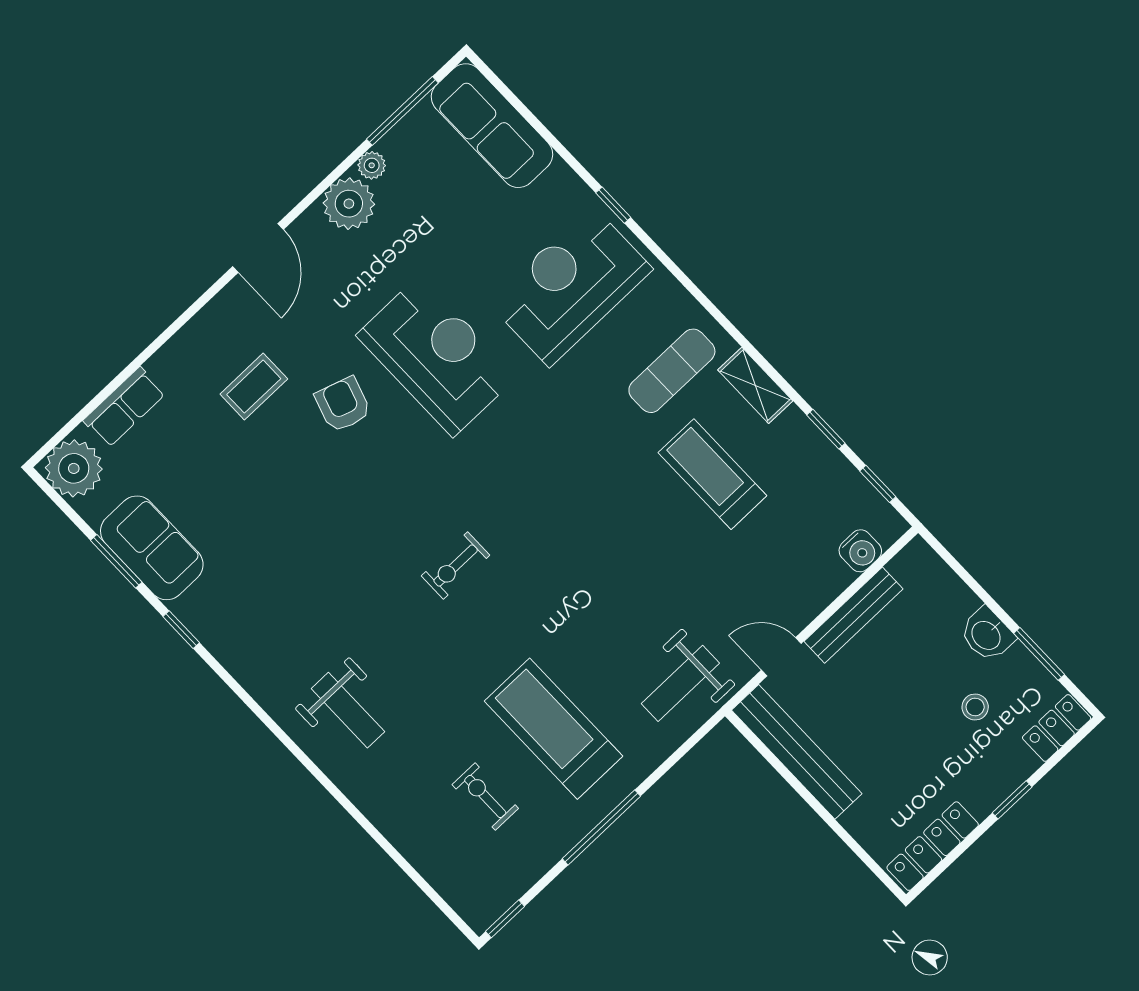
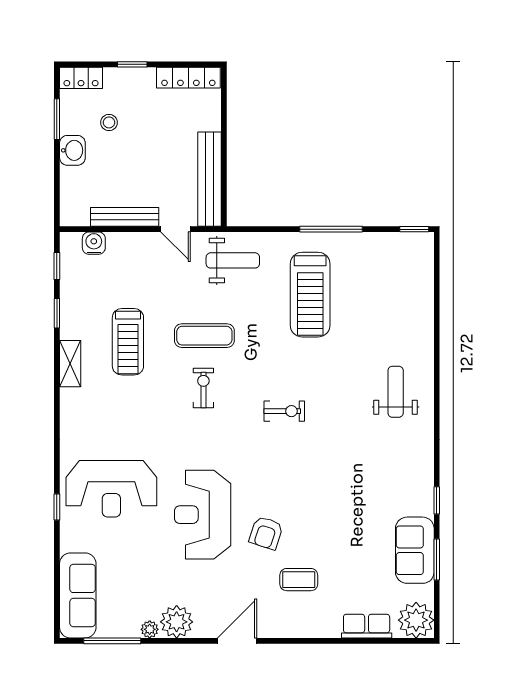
exercise mat: (672, 371) -> (204, 336), moved
exercise bike: (485, 796) -> (203, 388), moved, turned 180

